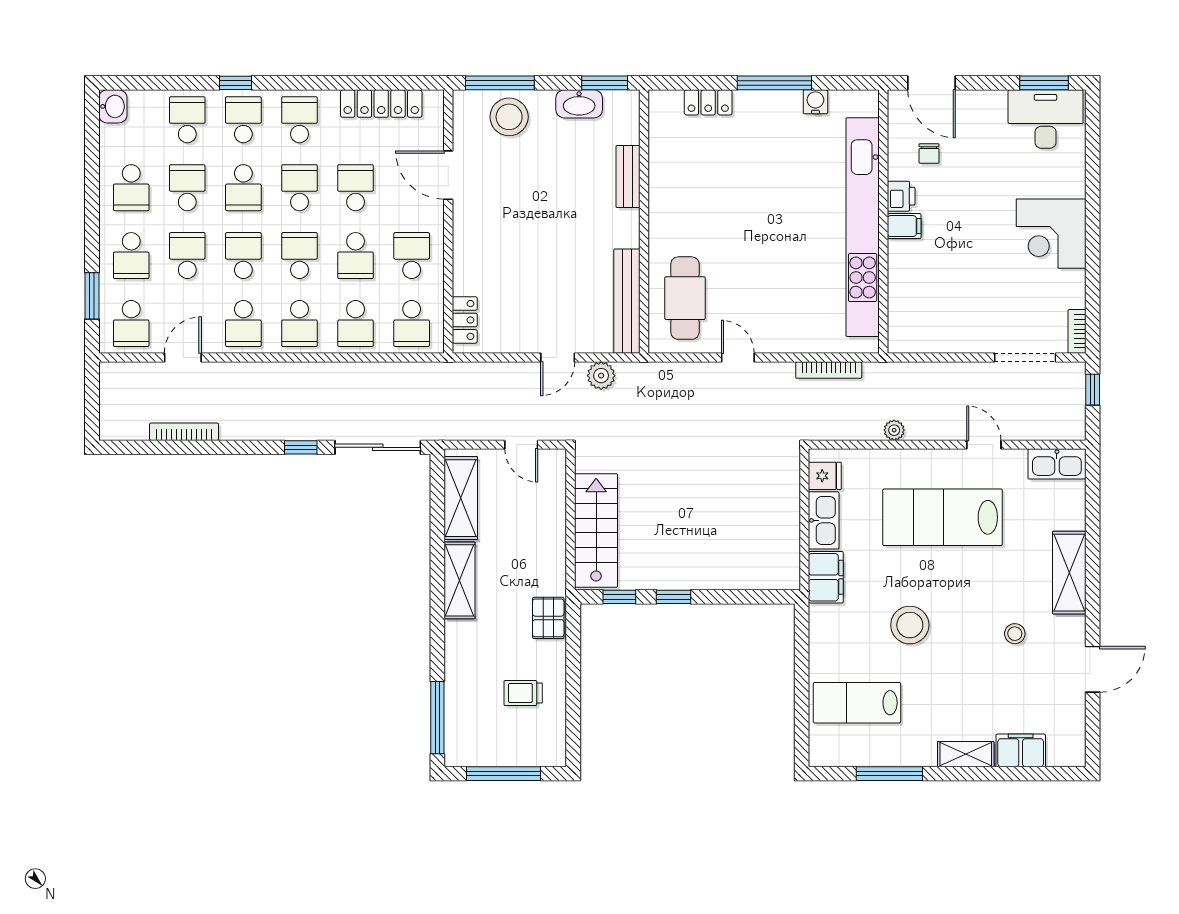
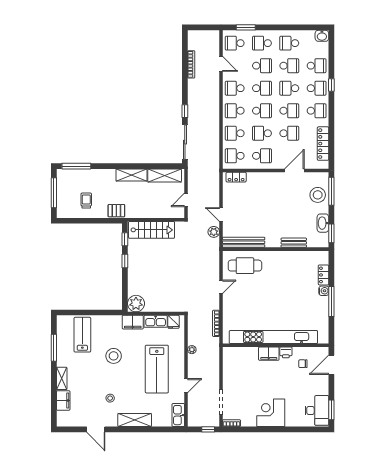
water cooler: (815, 102) -> (324, 291), moved
filing cabinet: (904, 226) -> (269, 354), width x2.00
lab bench: (943, 517) -> (157, 369), turned 180
plant: (779, 569) -> (136, 304), added

